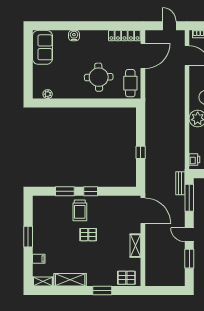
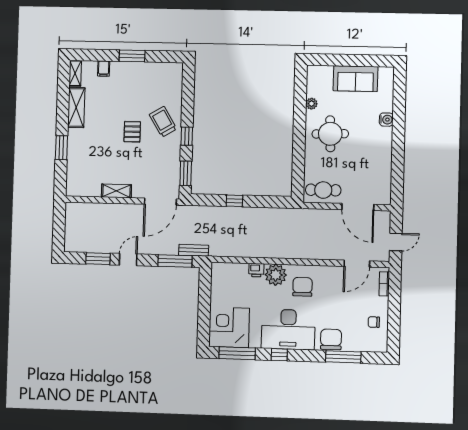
locker: (124, 36) -> (385, 184), removed
sofa: (42, 47) -> (356, 79), moved
round table: (99, 77) -> (330, 134), moved
plant: (48, 94) -> (312, 104), moved
printer: (194, 160) -> (256, 270), moved
window: (65, 191) -> (186, 173), moved
trolley: (80, 210) -> (163, 122), turned 59
pallet: (126, 278) -> (77, 179), removed

